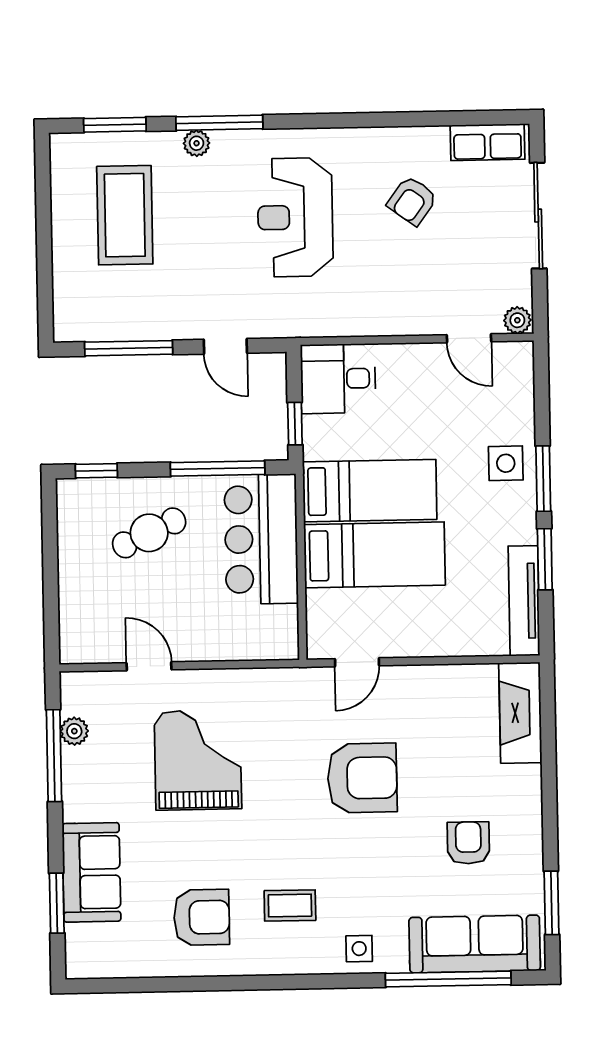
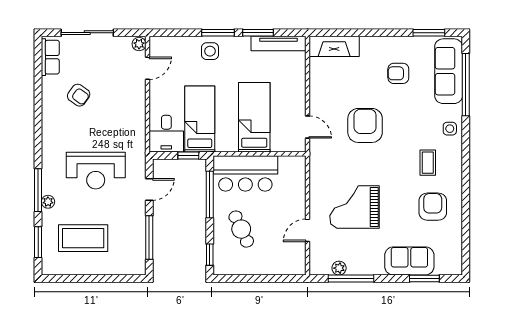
reception desk: (295, 217) -> (96, 171), moved
bed: (370, 491) -> (200, 119), moved

